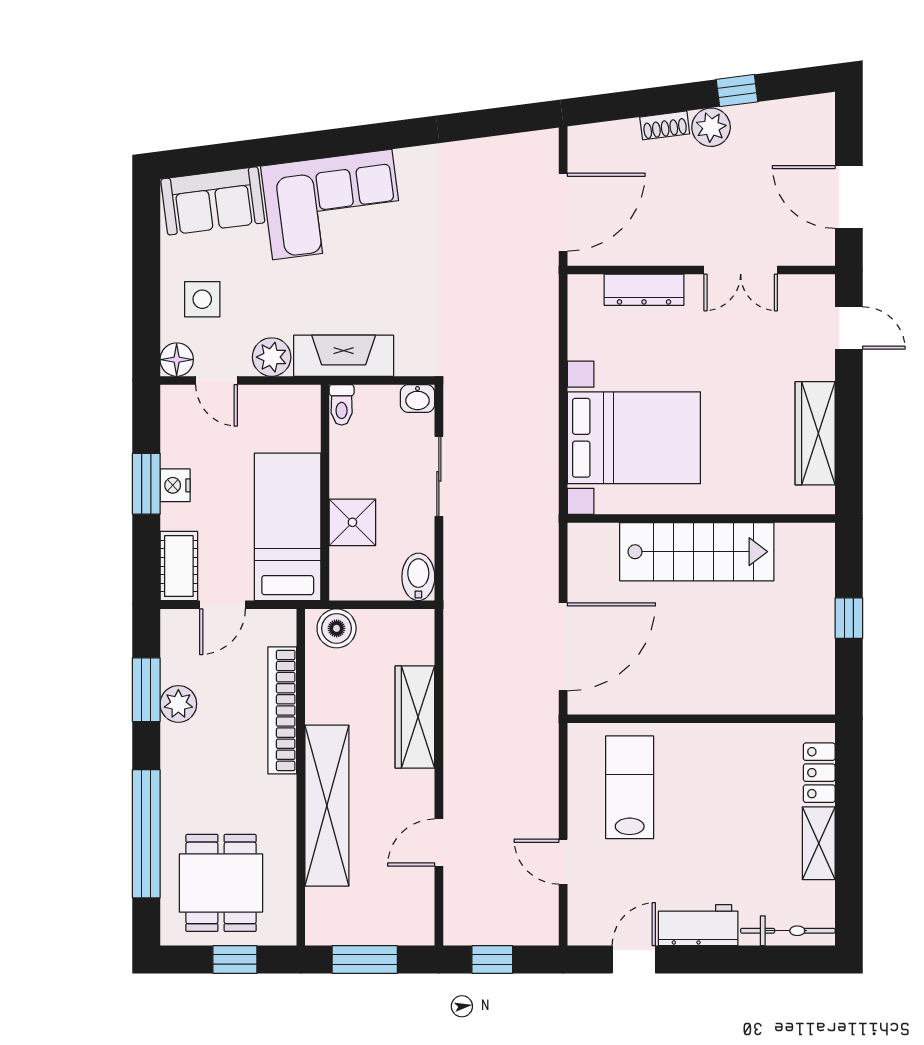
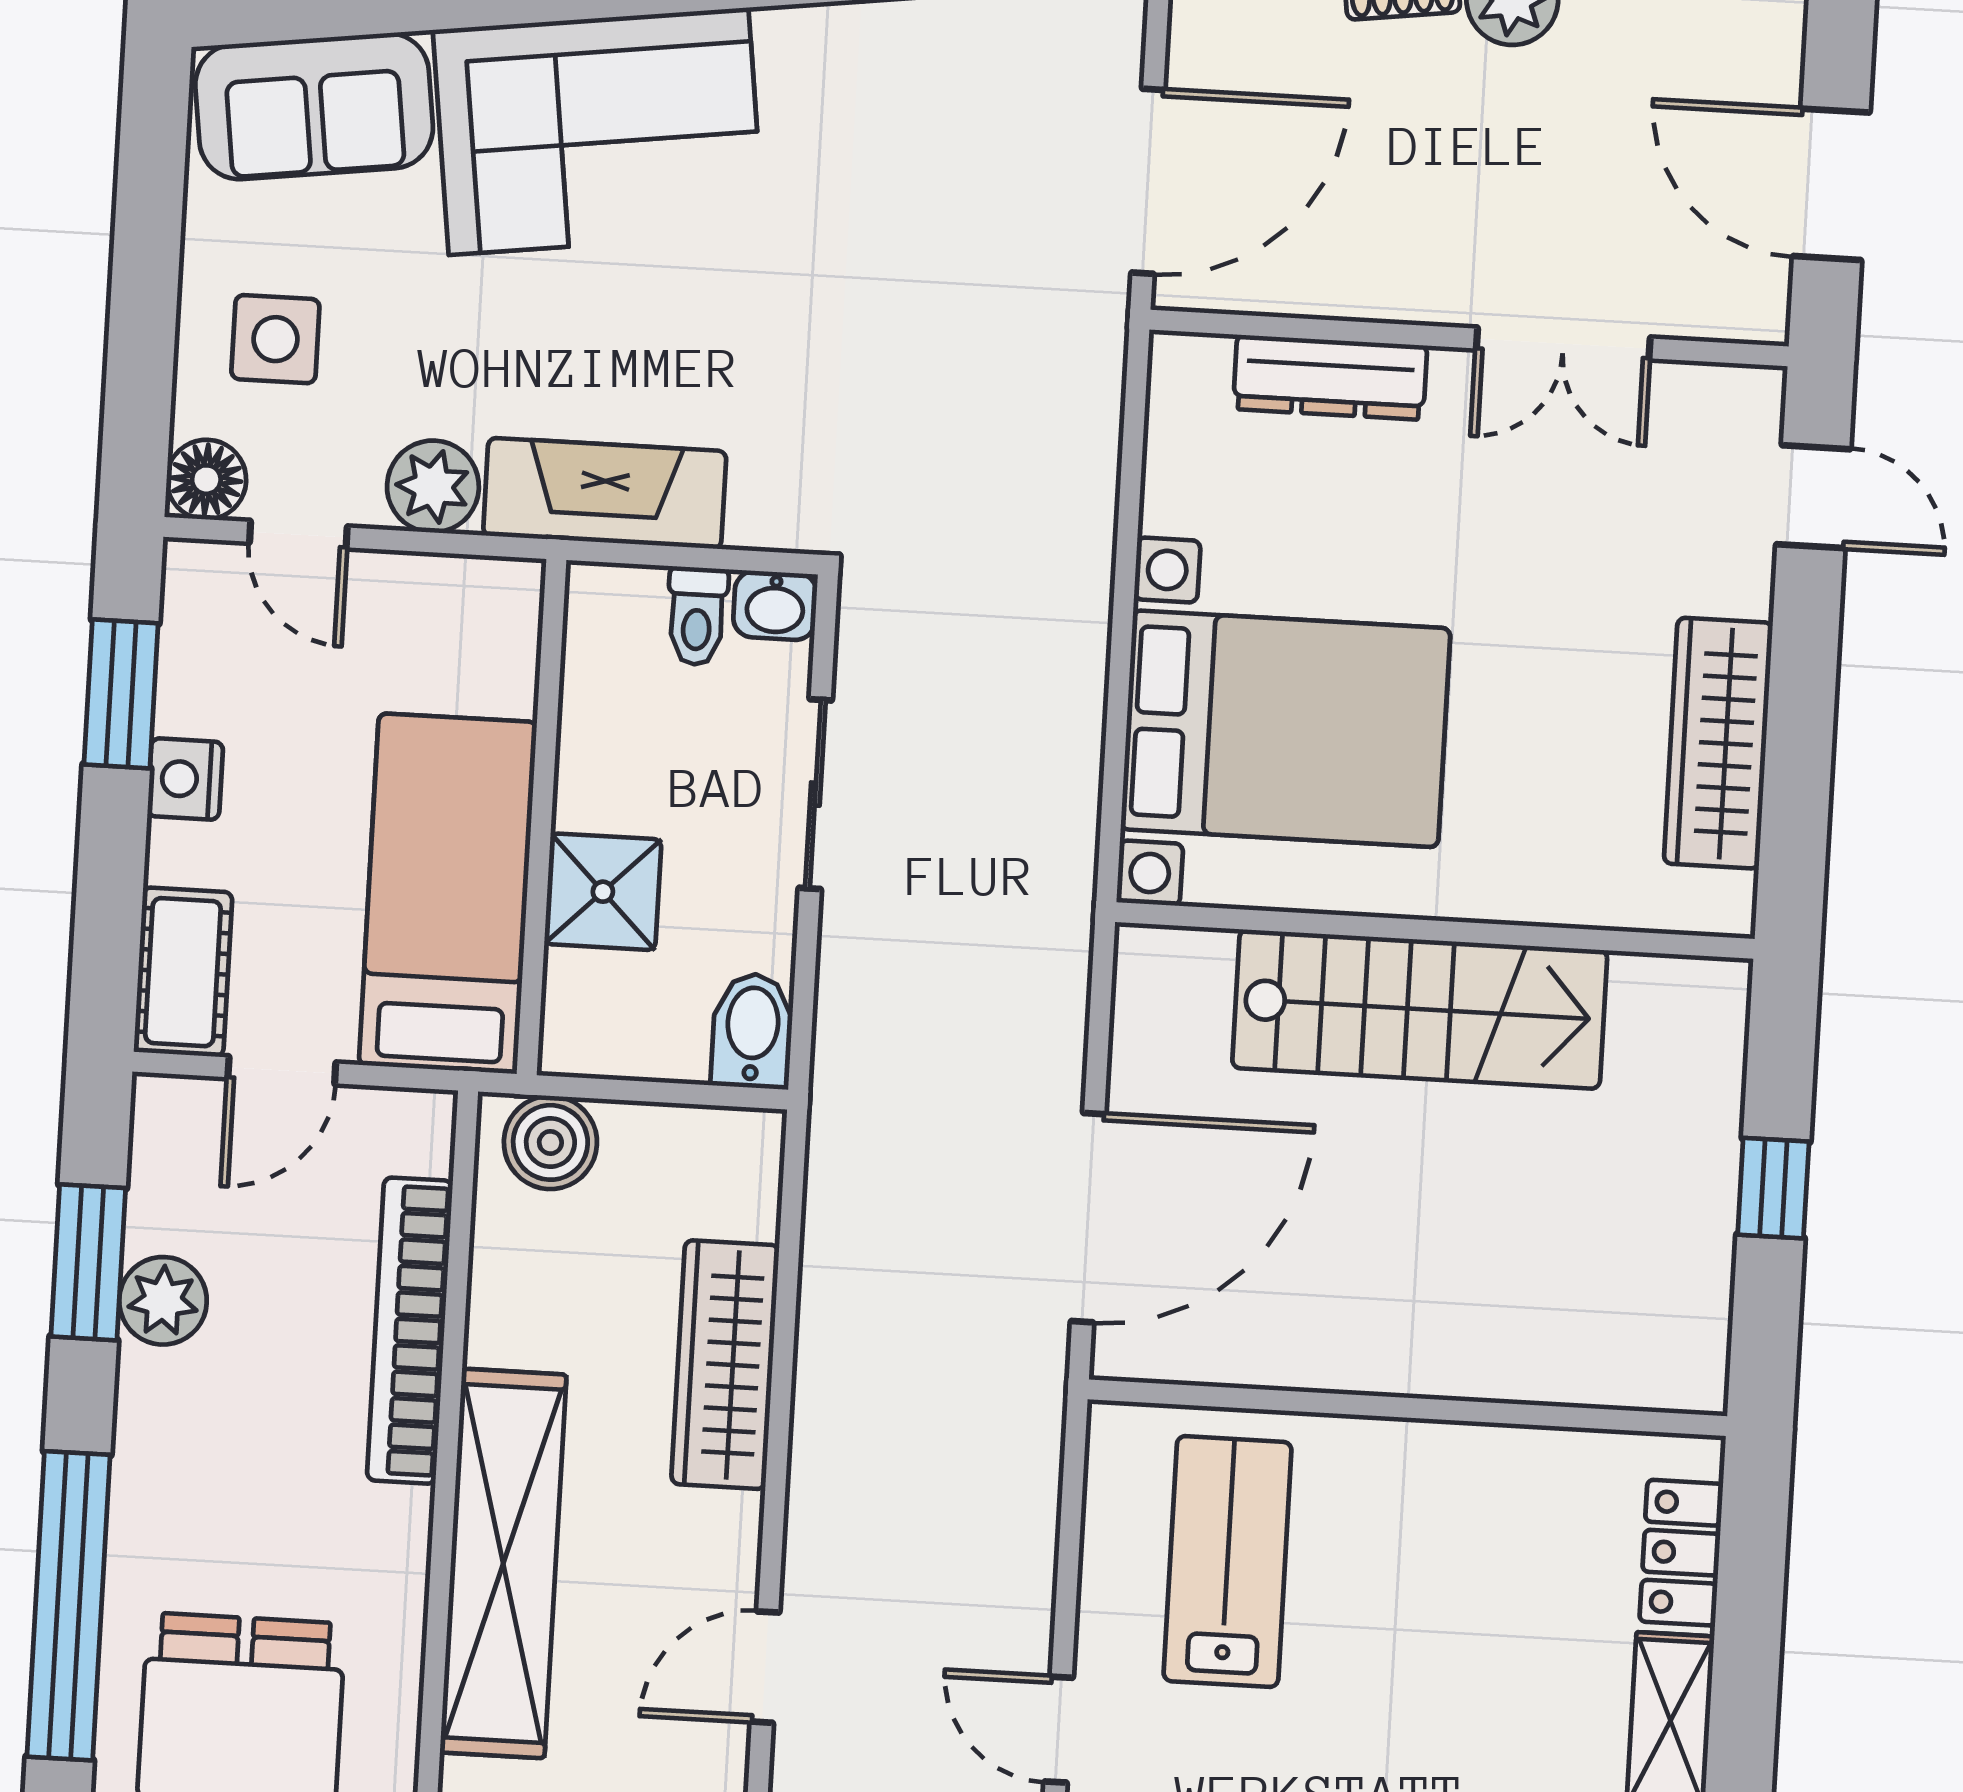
toilet: (342, 405) -> (697, 616), moved
window: (146, 484) -> (121, 694), moved

